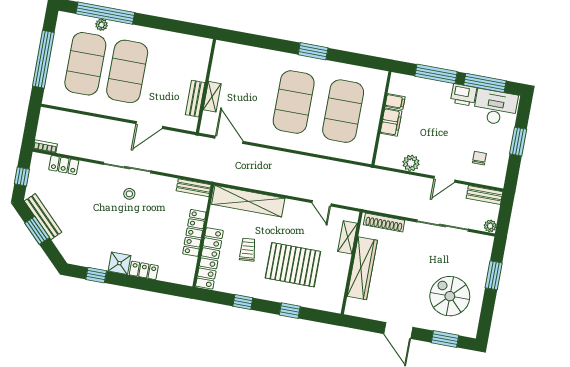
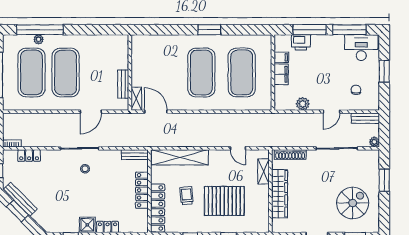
printer: (464, 95) -> (301, 42), moved
shelving: (212, 97) -> (136, 99), moved
spiral stairs: (450, 296) -> (353, 203), turned 90

